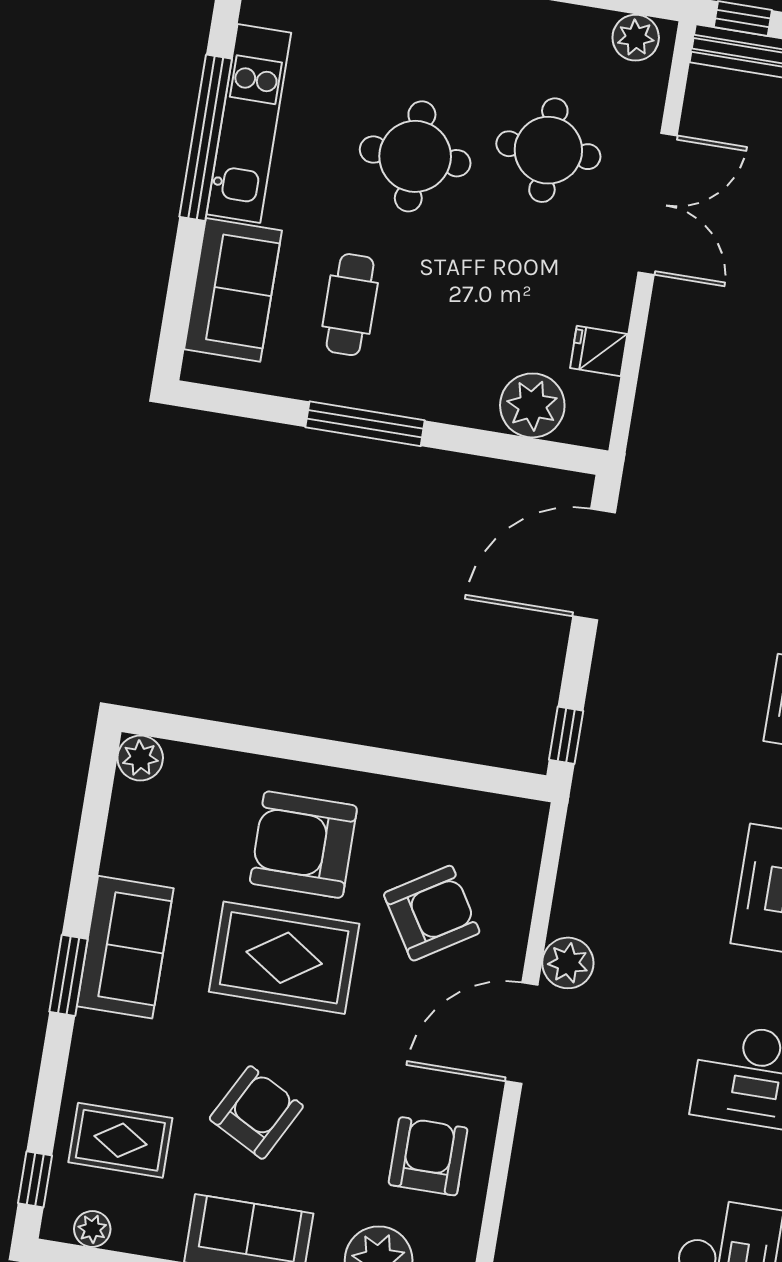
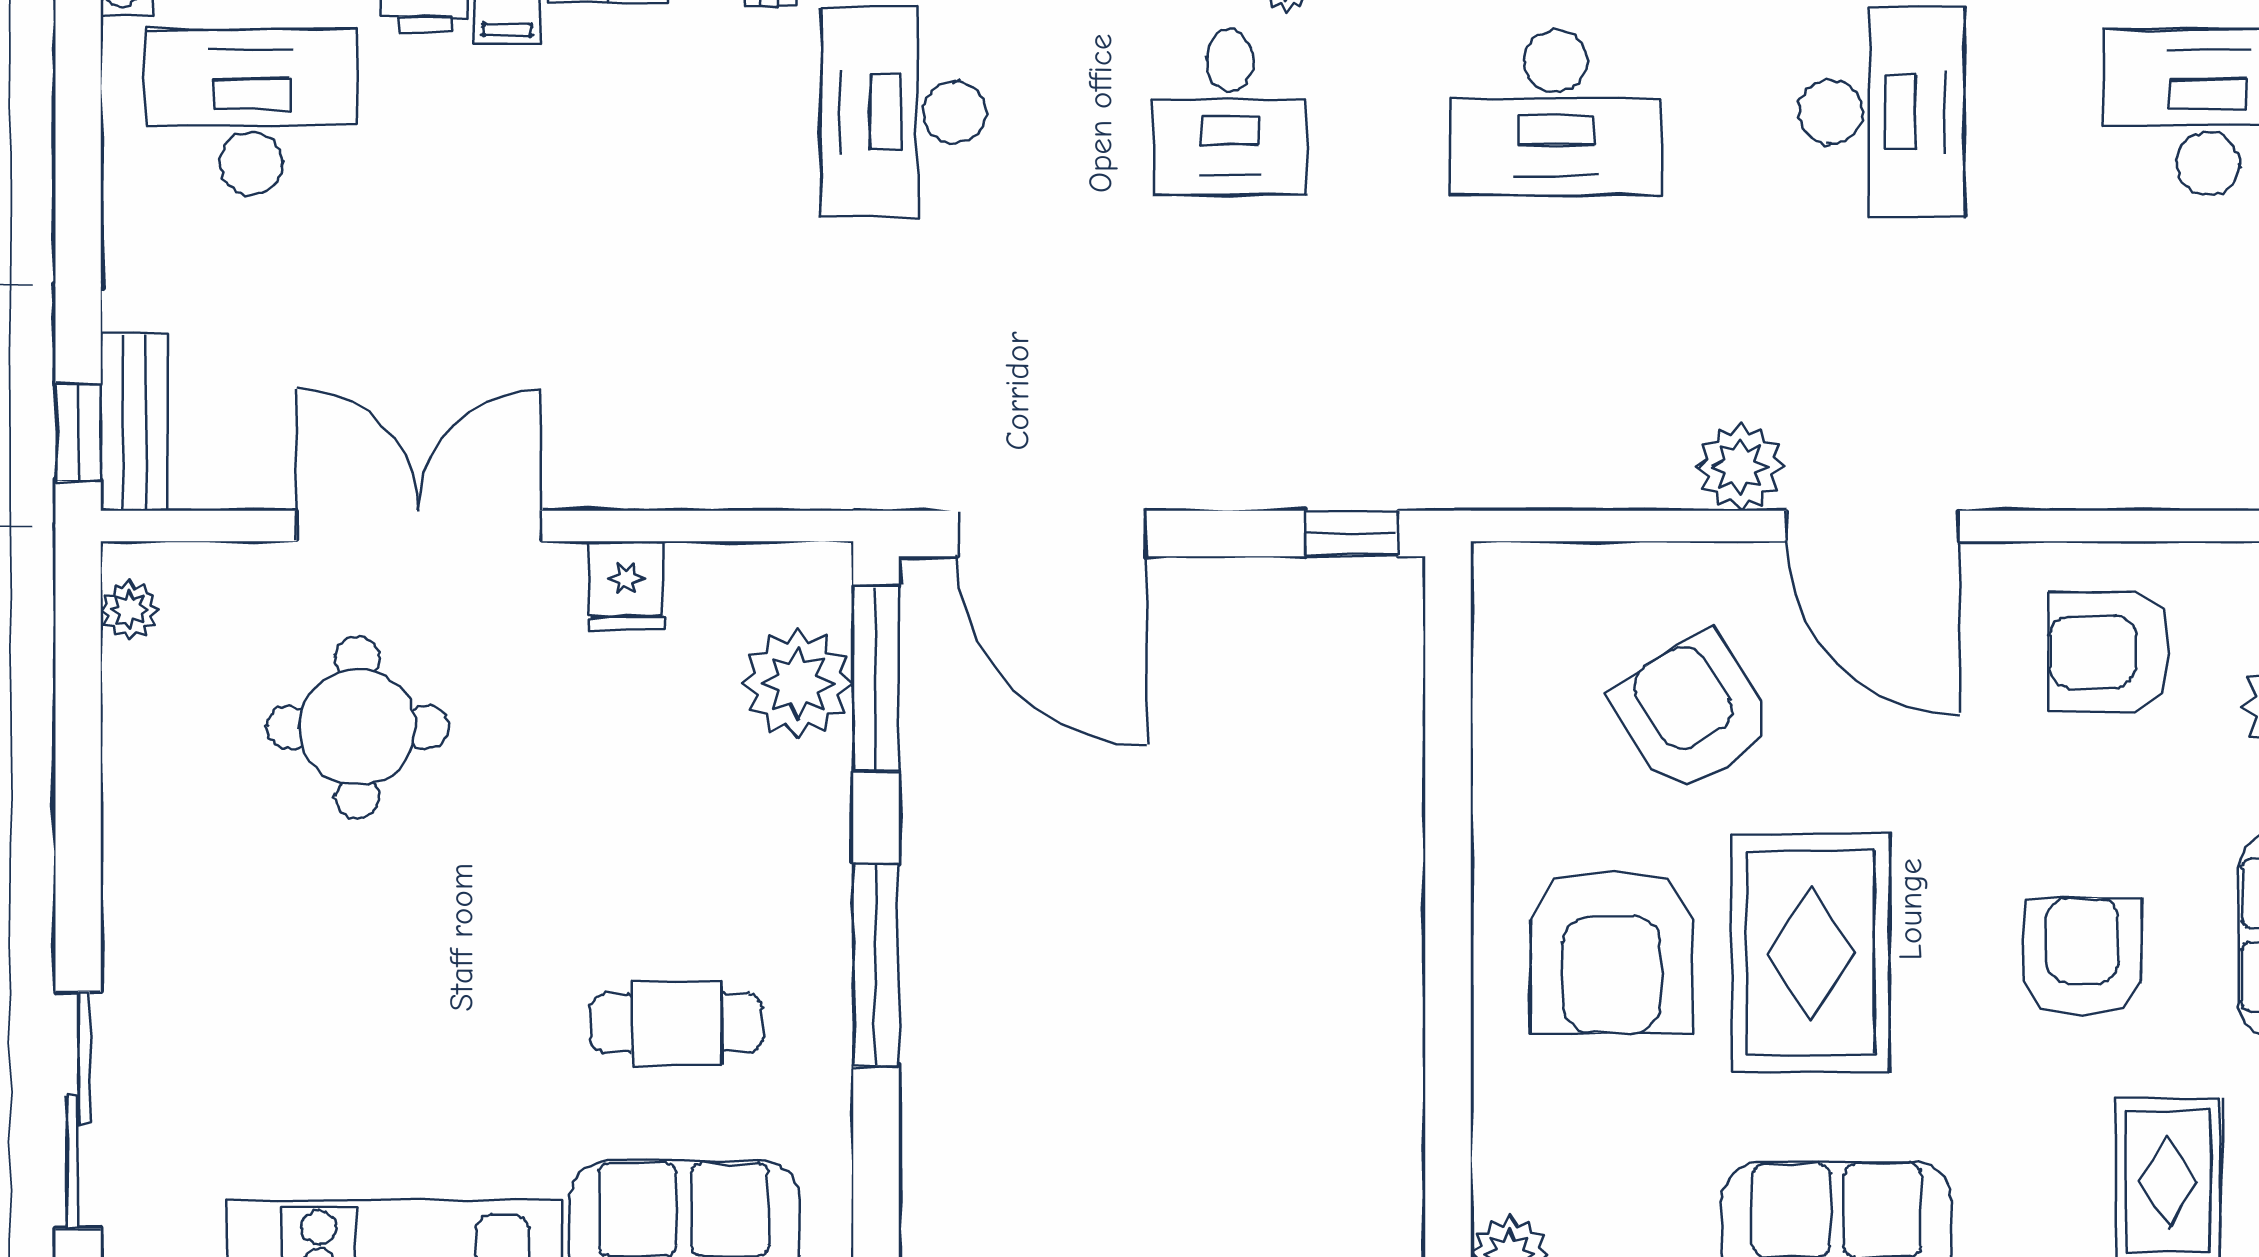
plant: (636, 38) -> (130, 610), width x0.73, depth x0.73
round table: (415, 156) -> (405, 953), removed
fridge: (599, 351) -> (626, 585), moved
window: (528, 450) -> (876, 678), added
armchair: (256, 1112) -> (2082, 957), turned 62

